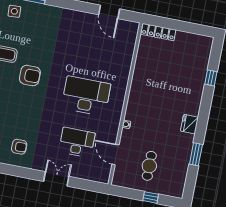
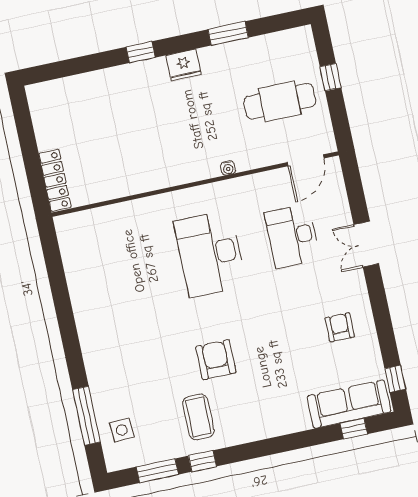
door: (109, 12) -> (56, 275), removed
window: (211, 78) -> (141, 52), moved
door: (115, 154) -> (306, 160), moved
cafe table: (149, 166) -> (280, 101), width x1.37, depth x1.35

